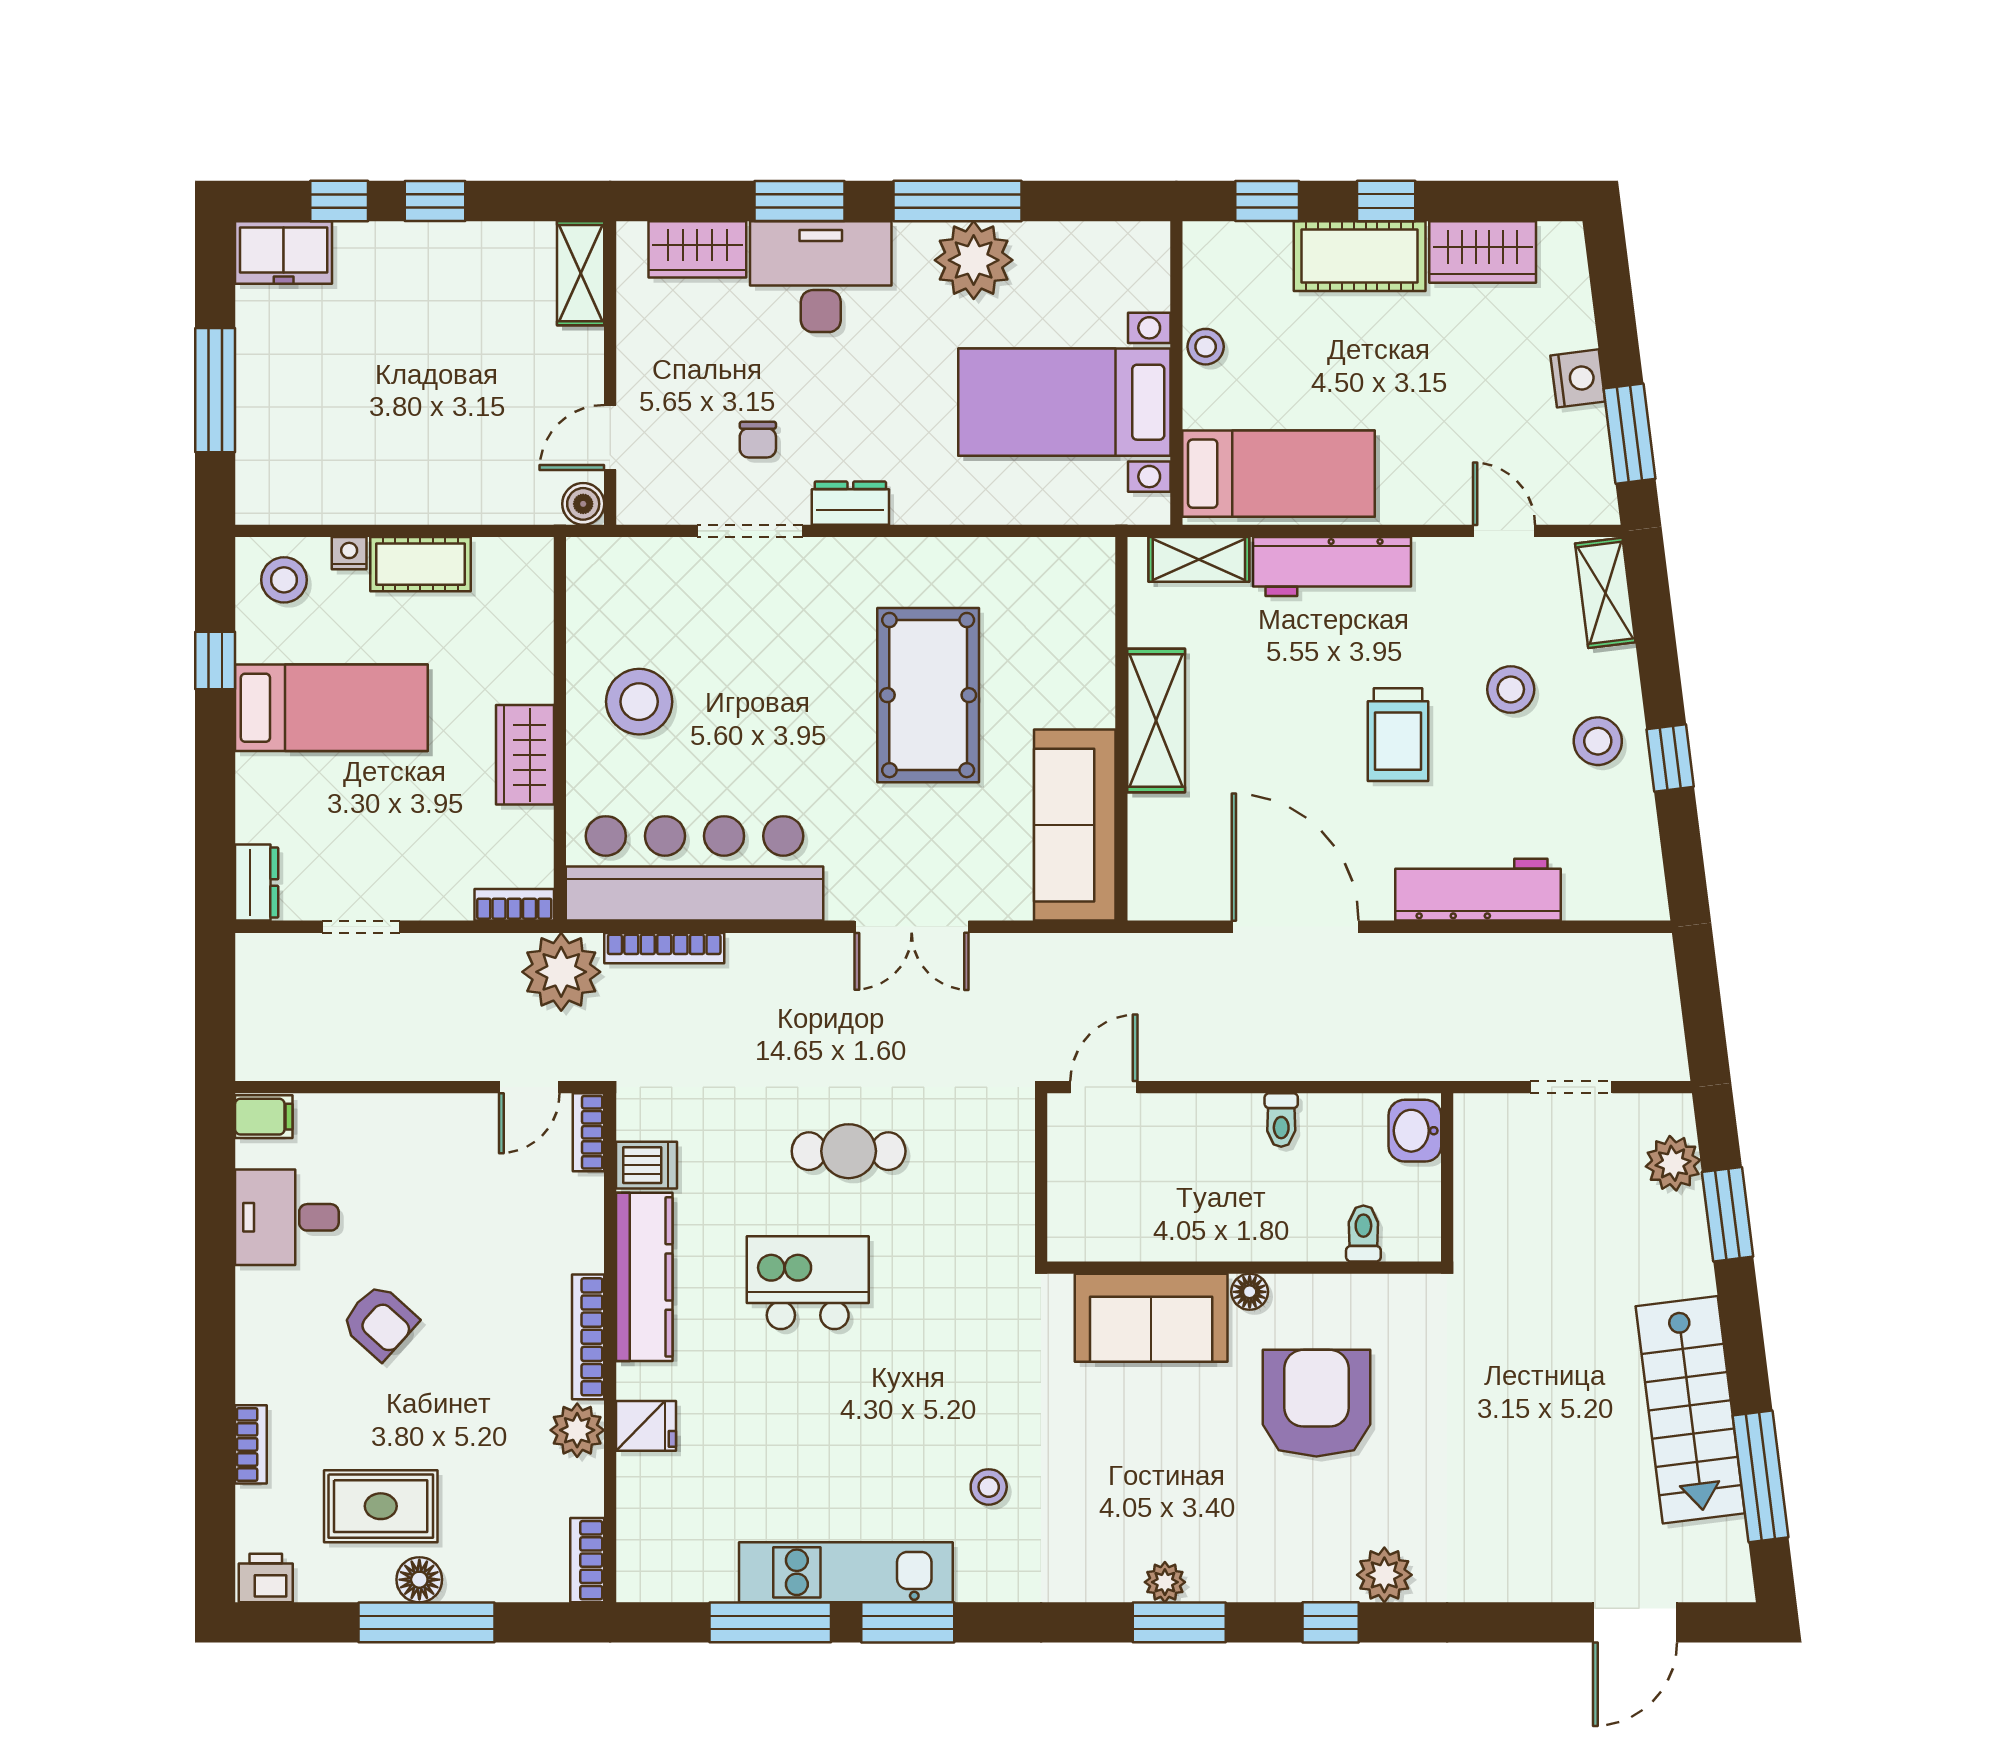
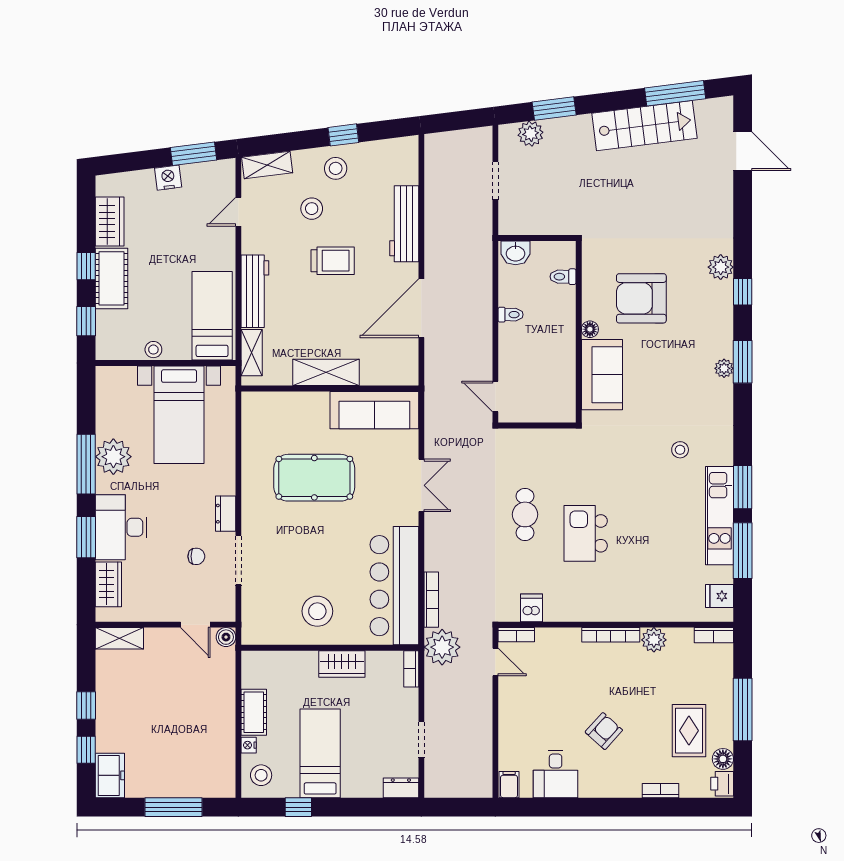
kitchen counter: (644, 1277) -> (583, 609), removed
fridge: (646, 1426) -> (720, 596), moved, turned -90
floor lamp: (419, 1580) -> (723, 759), moved

